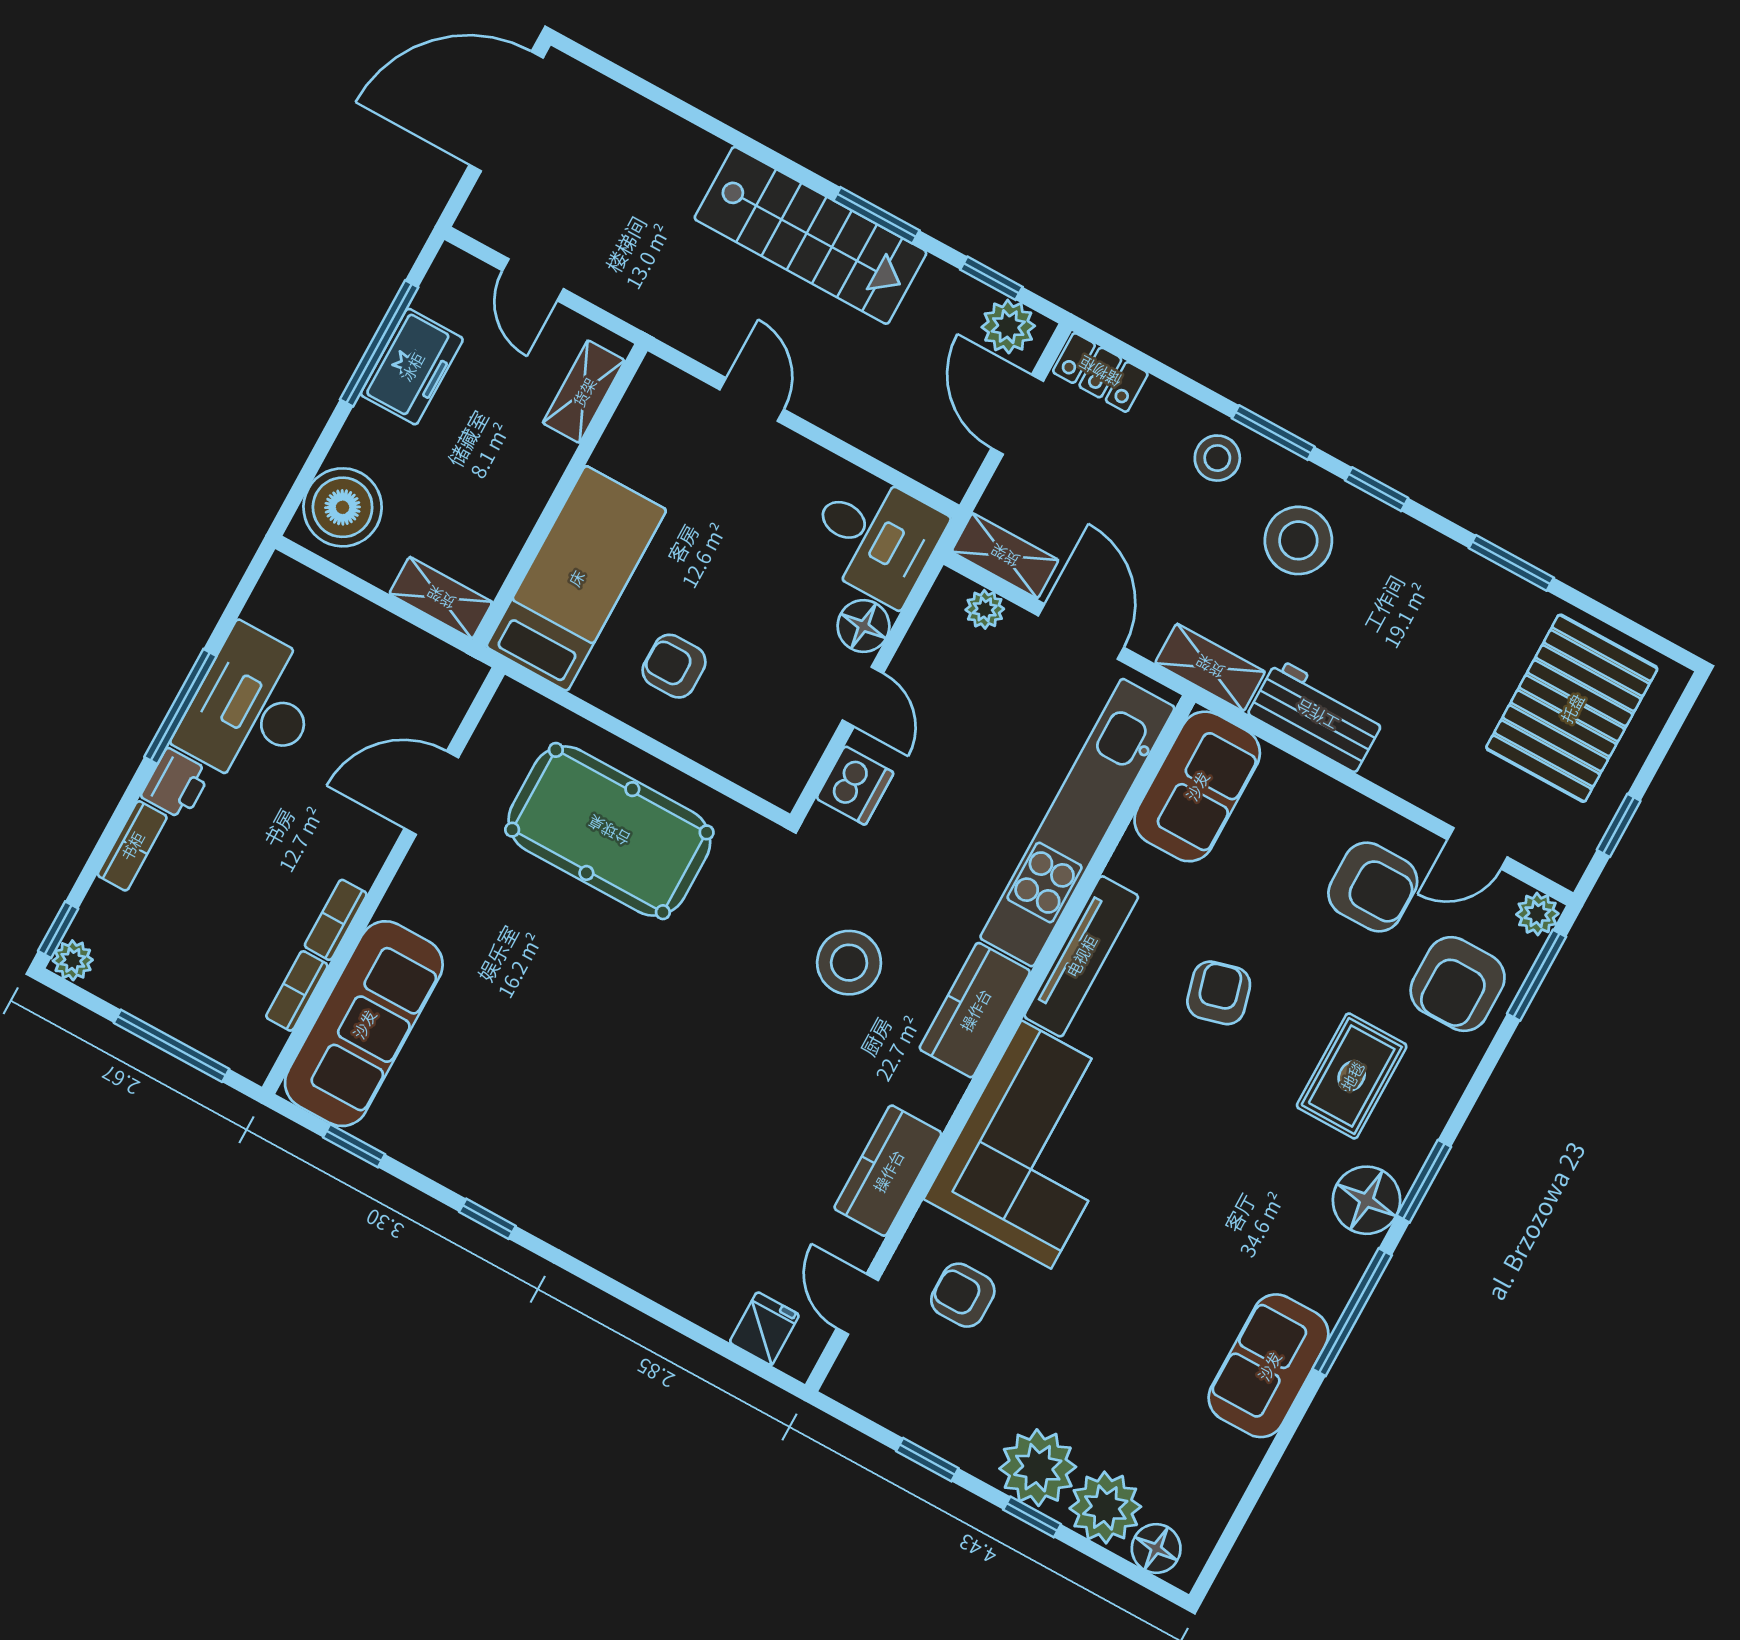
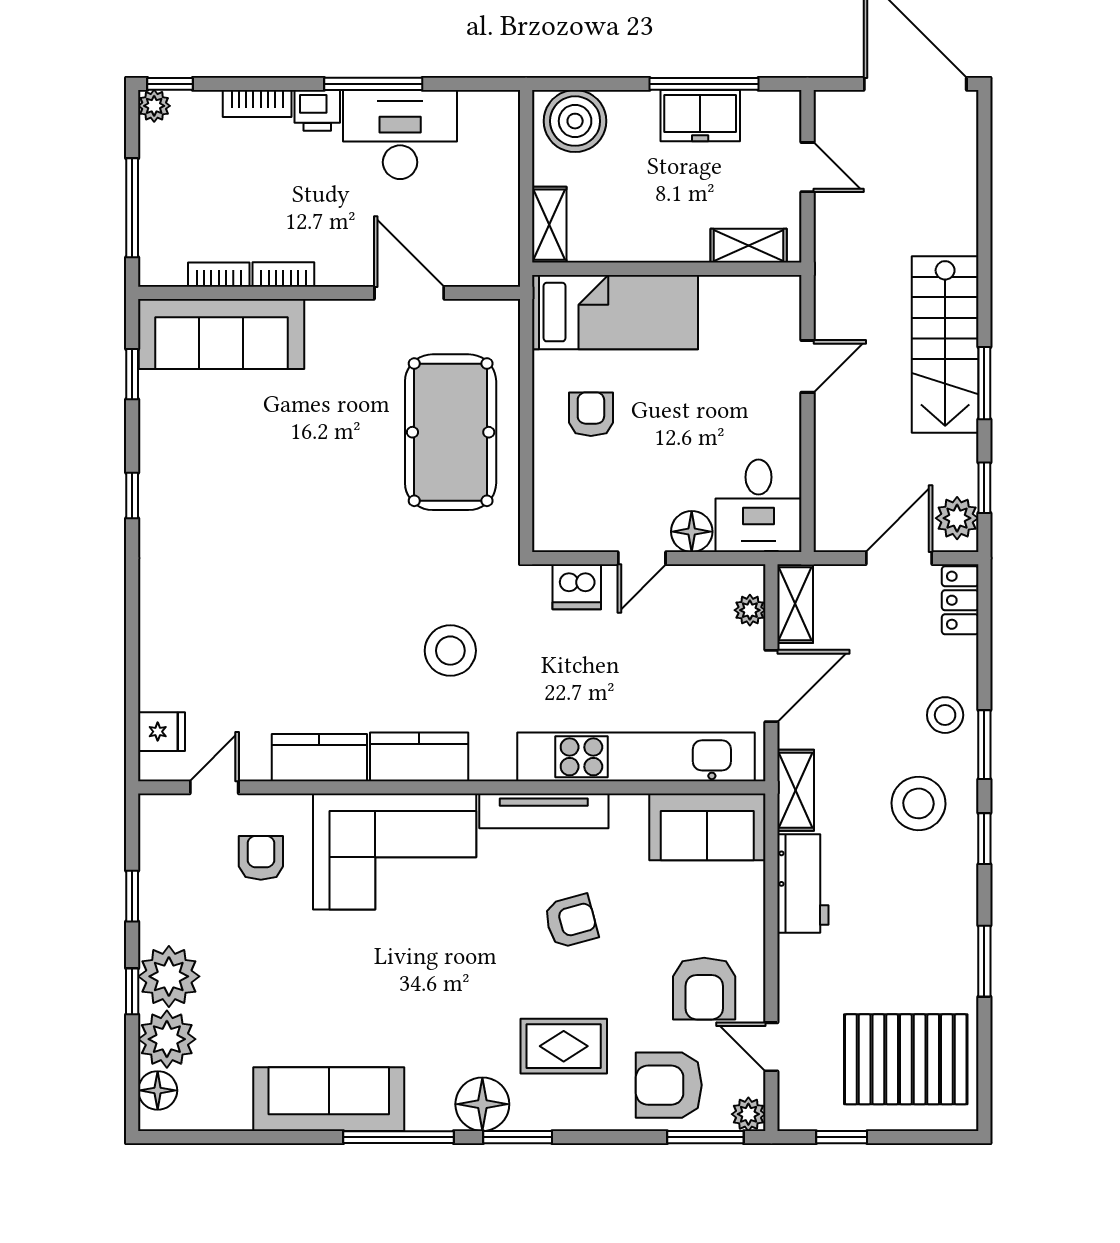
door: (533, 280) -> (808, 167), swing flipped
kitchen counter: (975, 1010) -> (419, 757), moved
sofa: (1269, 1366) -> (329, 1099), width x1.36

